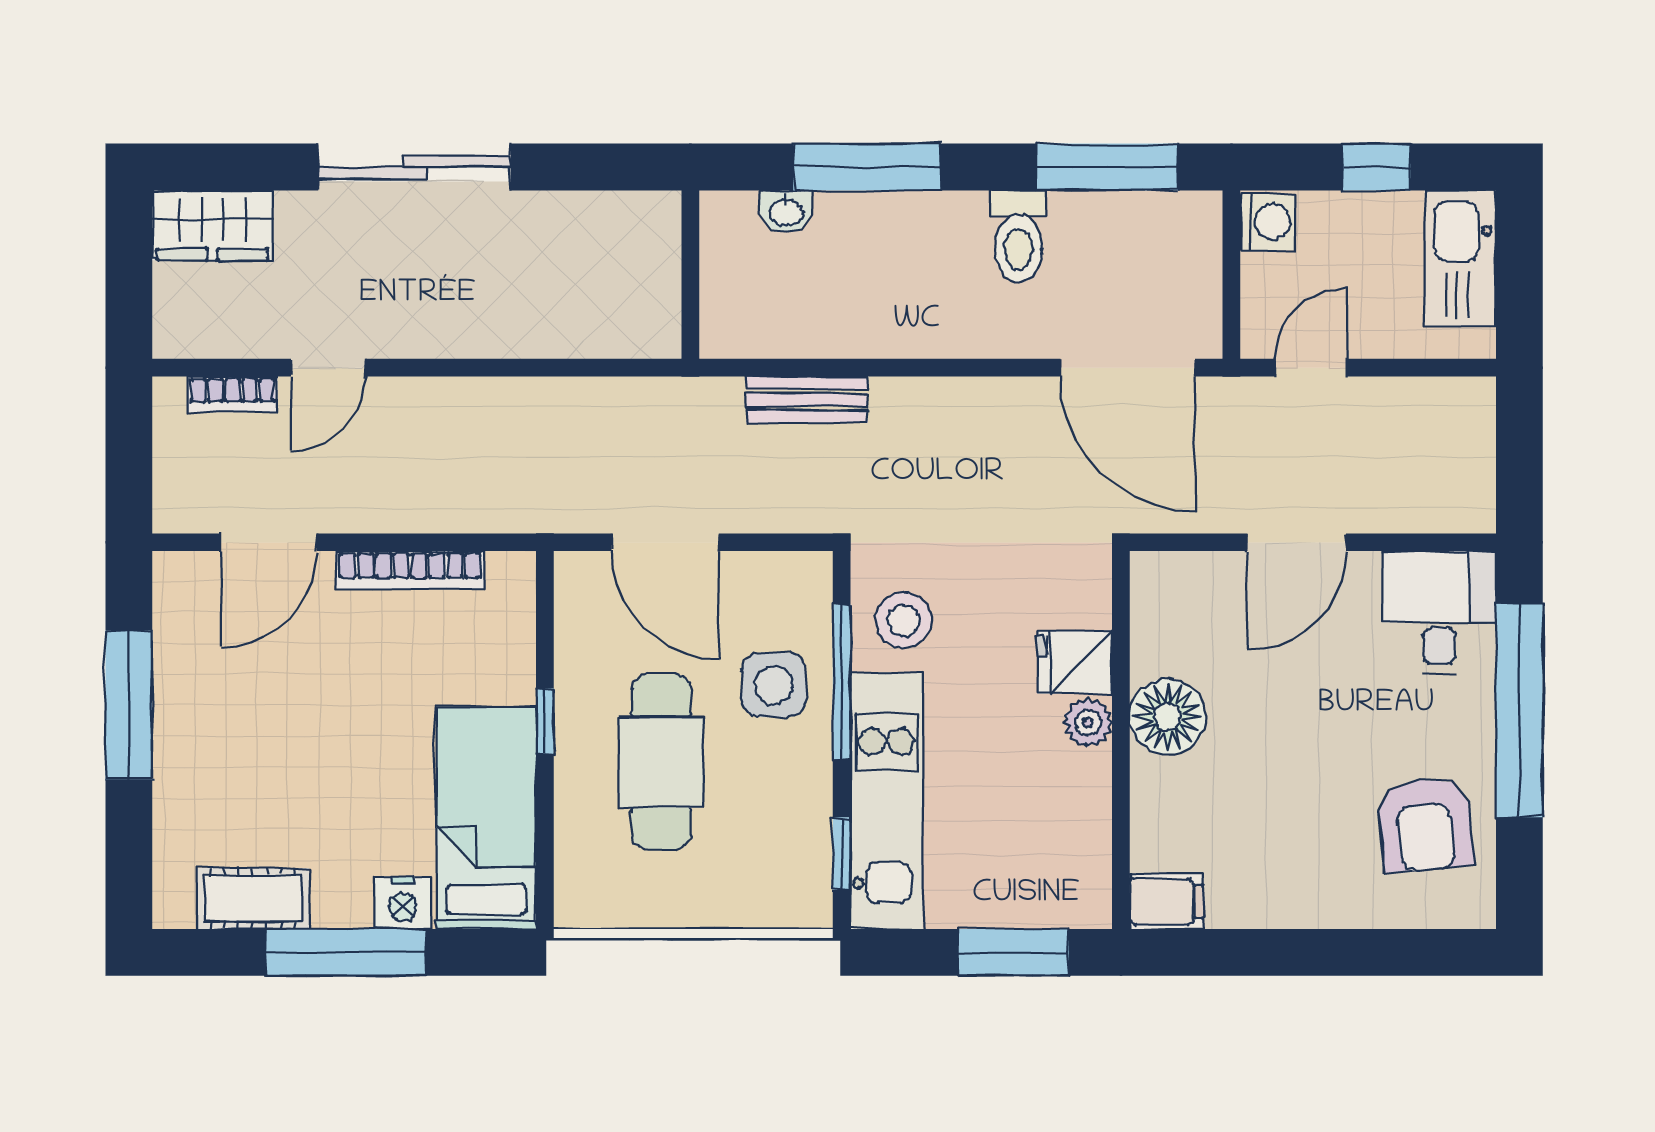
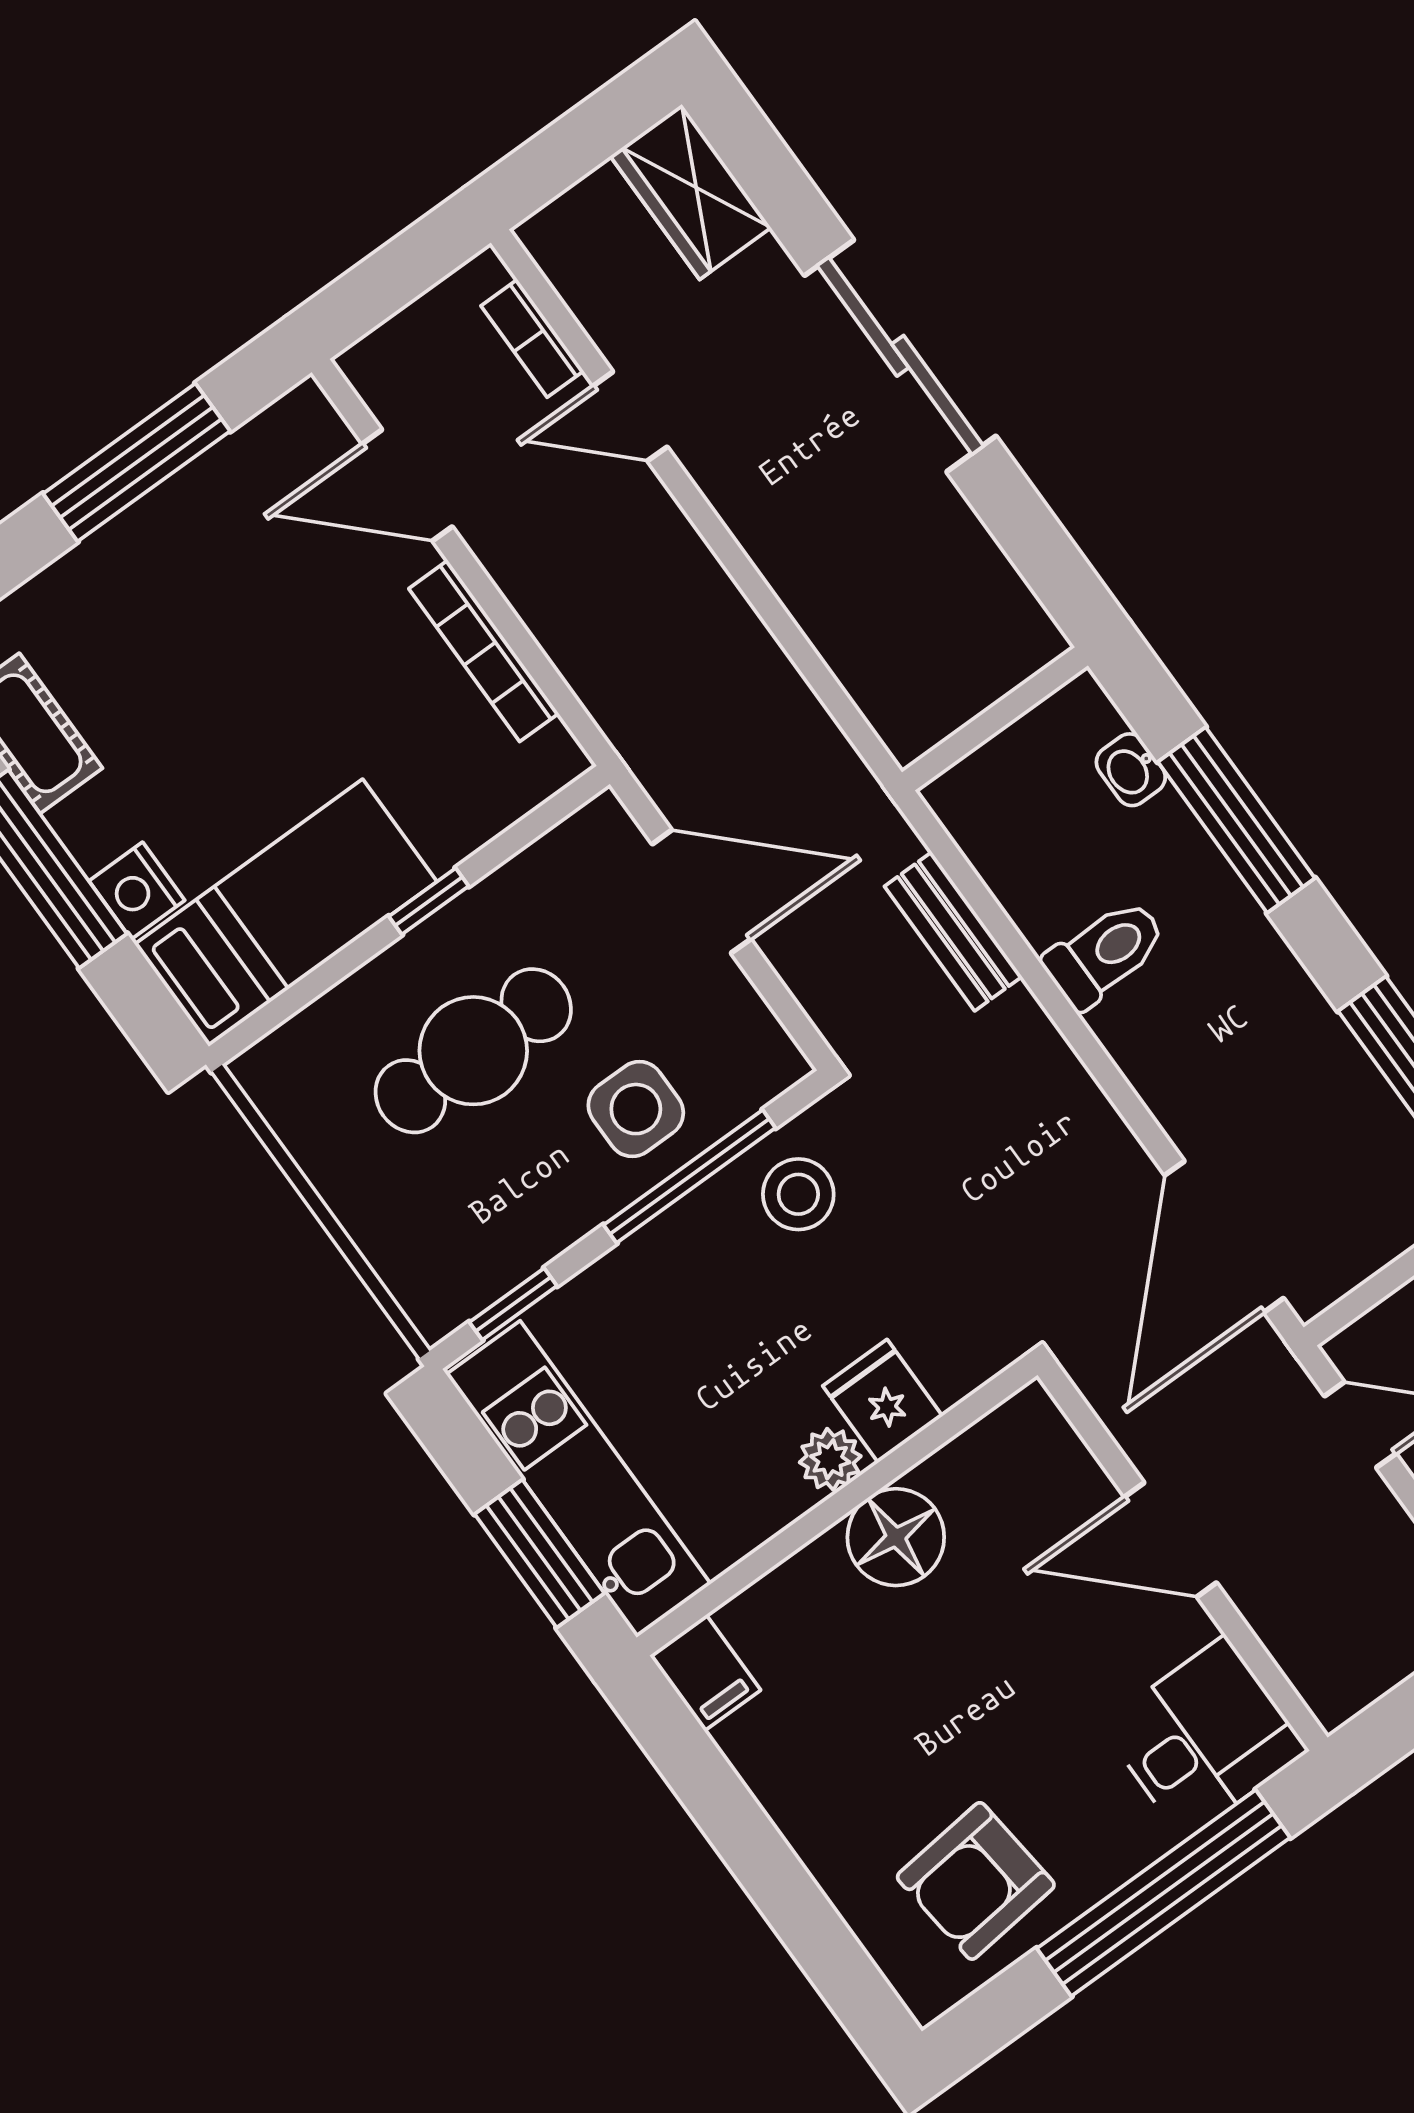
toilet: (1018, 237) -> (1105, 953), moved, turned 180
door: (665, 542) -> (701, 892), swing flipped
kitchen unit: (887, 801) -> (578, 1479), moved, turned -90

